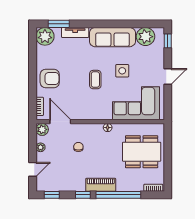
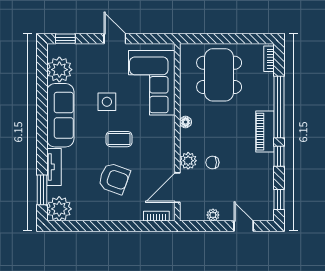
armchair: (50, 78) -> (114, 179), moved, turned 110
plant: (42, 129) -> (188, 161), moved

